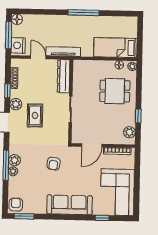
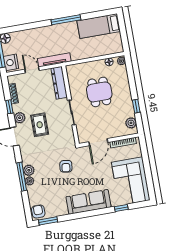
bed: (115, 48) -> (99, 26), moved
dining table: (115, 91) -> (99, 92), moved, turned 90

